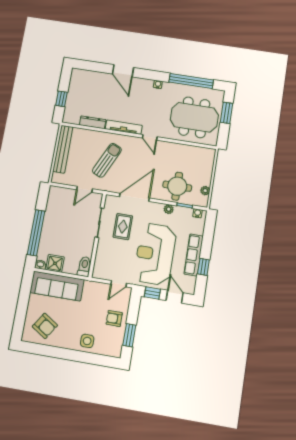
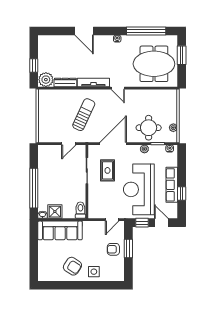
plant: (72, 116) -> (46, 80), added
bench: (63, 149) -> (43, 111), removed
armchair: (45, 326) -> (72, 266), moved
window: (129, 335) -> (128, 249), moved

